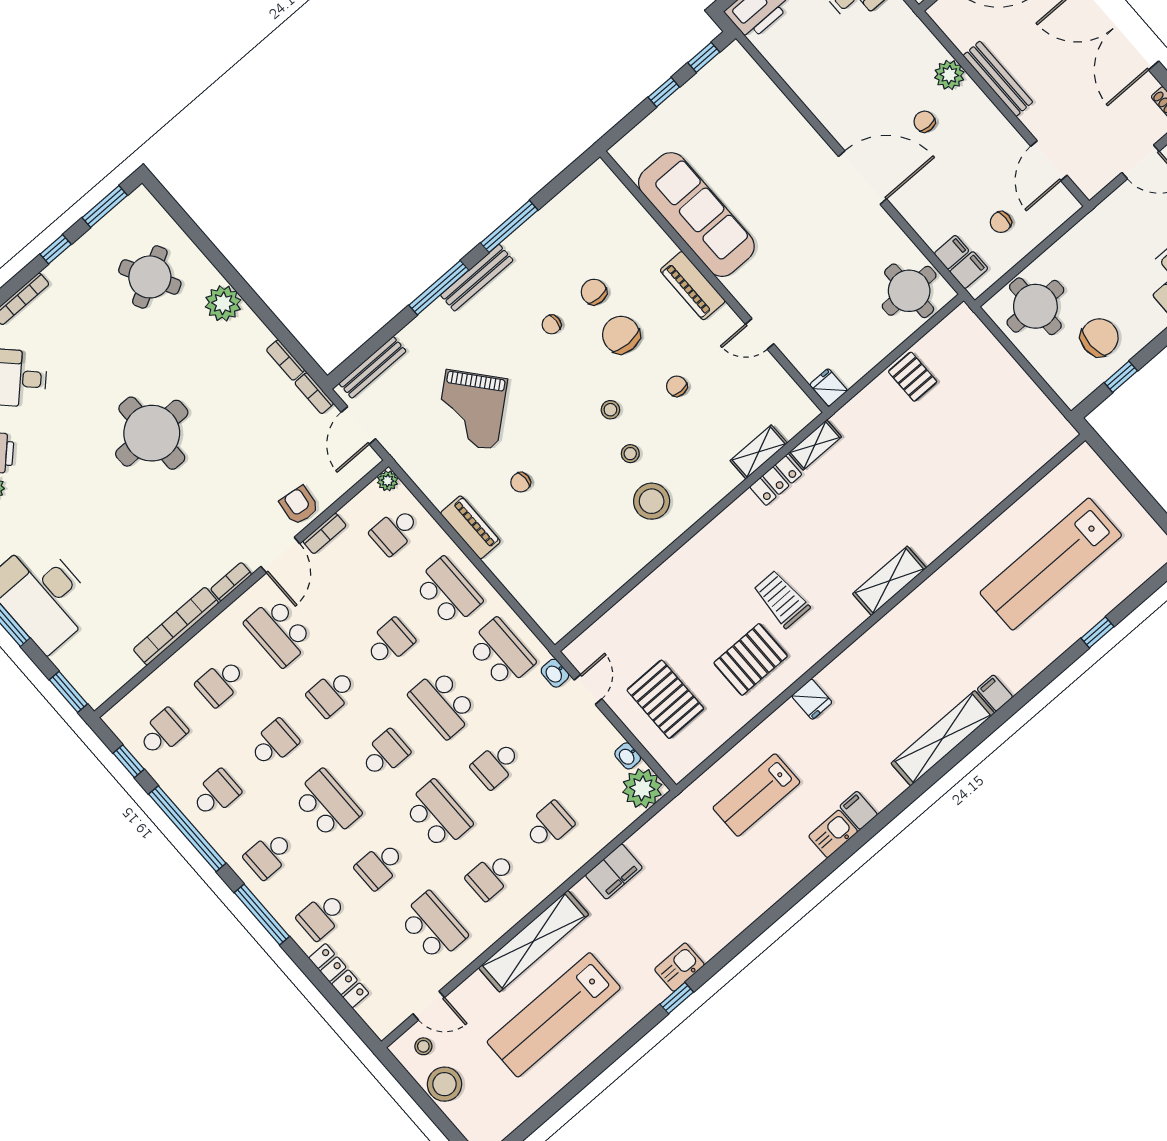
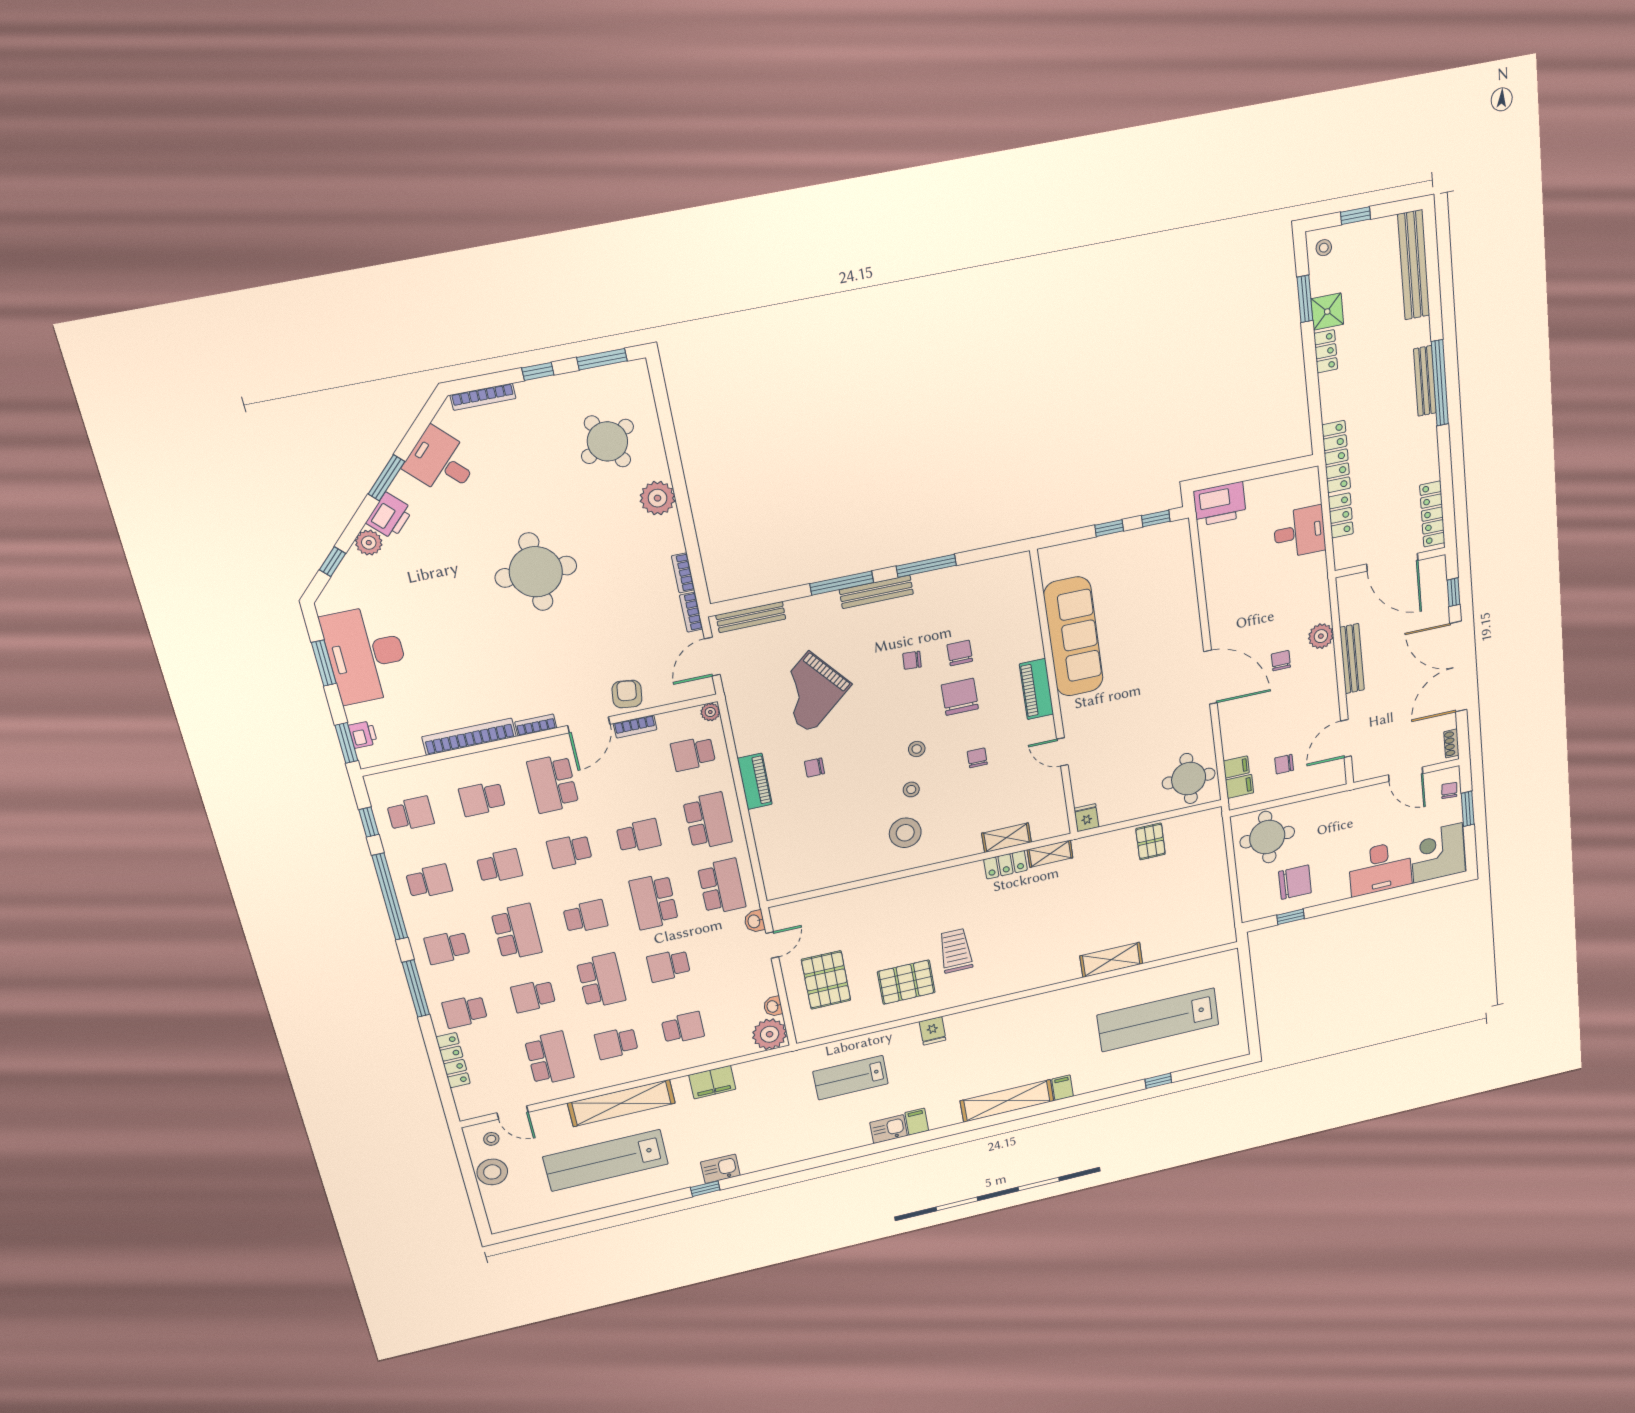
shelving: (889, 581) -> (1111, 960), moved
printer: (79, 676) -> (363, 735), added

